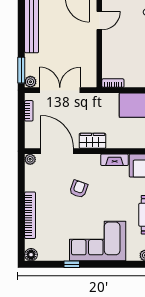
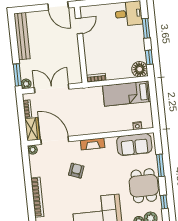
wardrobe: (92, 141) -> (32, 129), moved, turned 90
fireplace: (115, 160) -> (93, 144), moved

